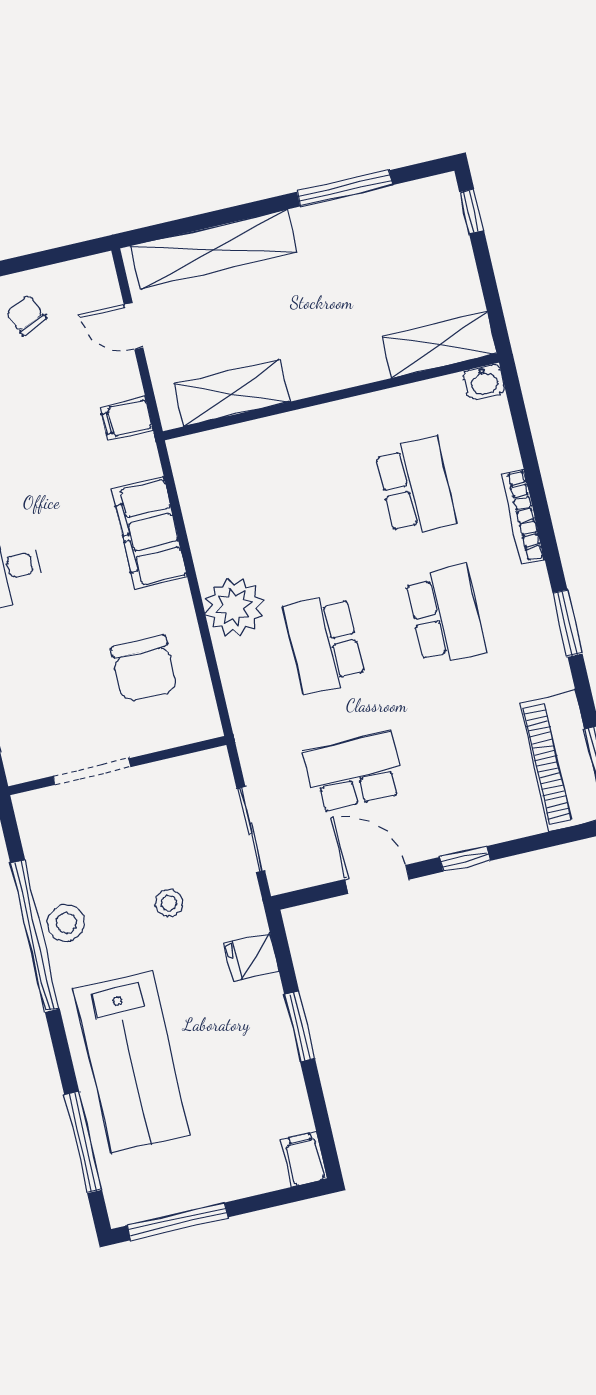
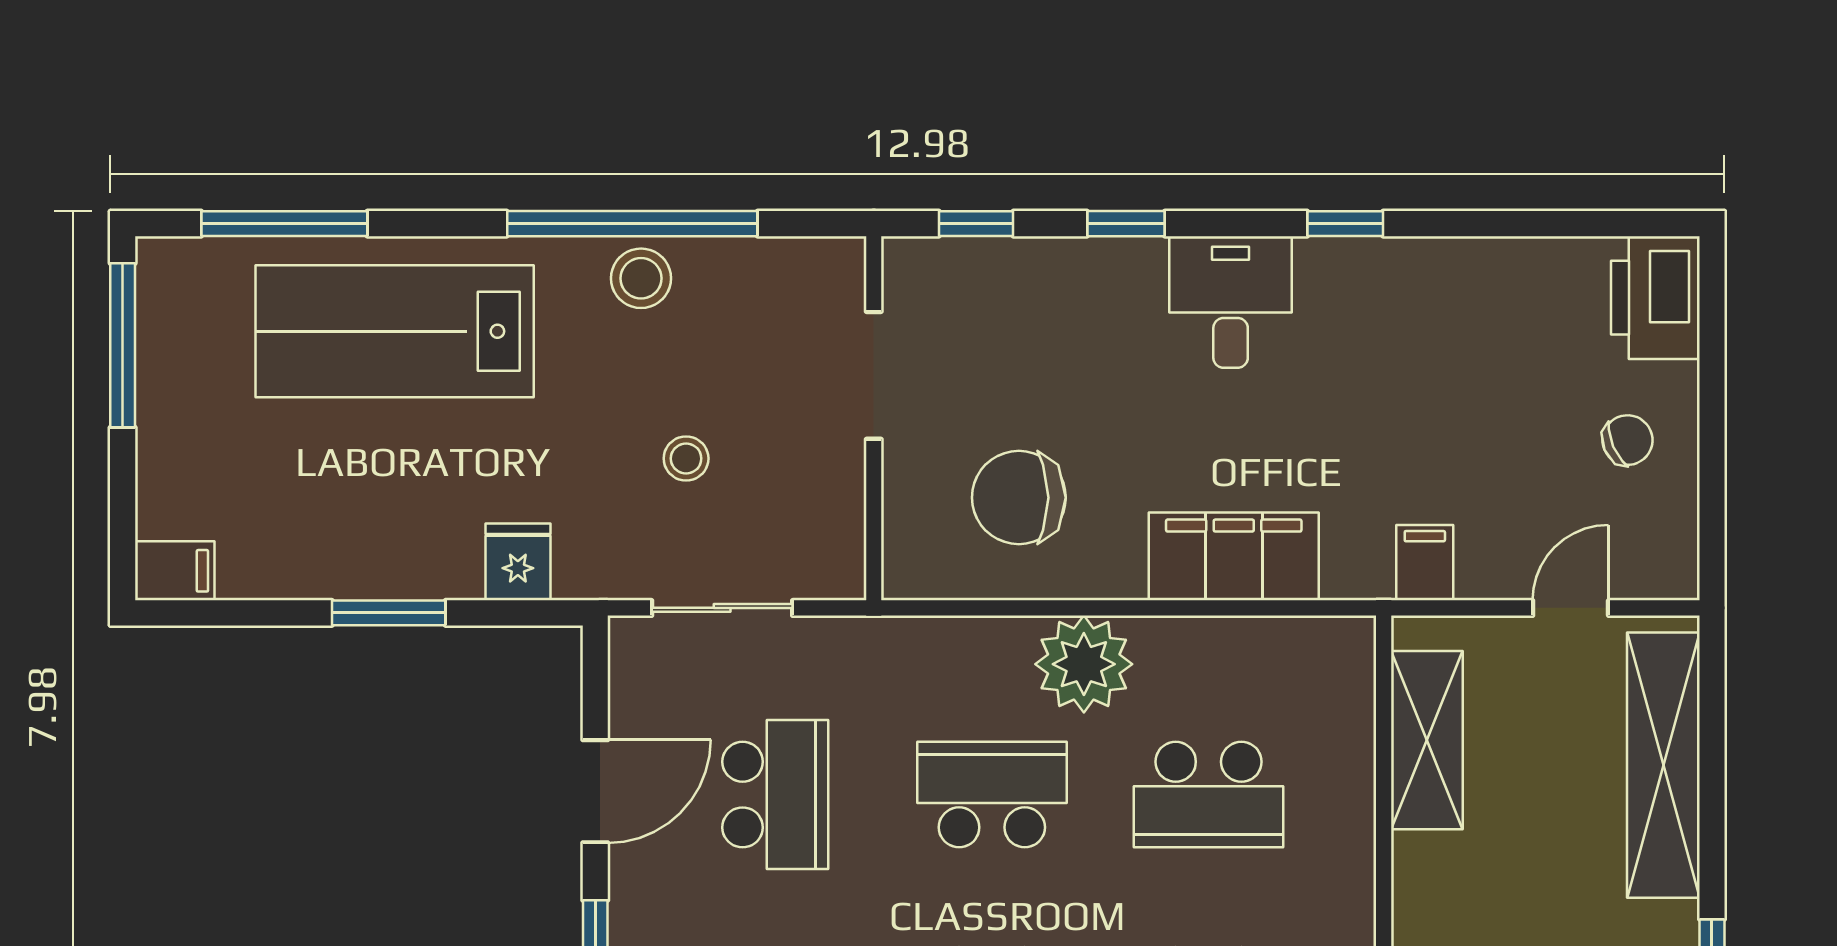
school desk: (294, 515) -> (1208, 795), added
stool: (169, 903) -> (686, 458), moved

